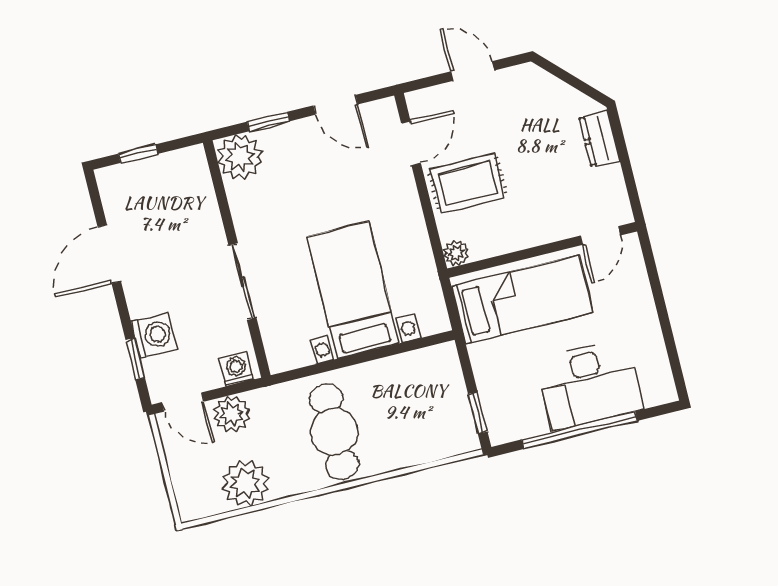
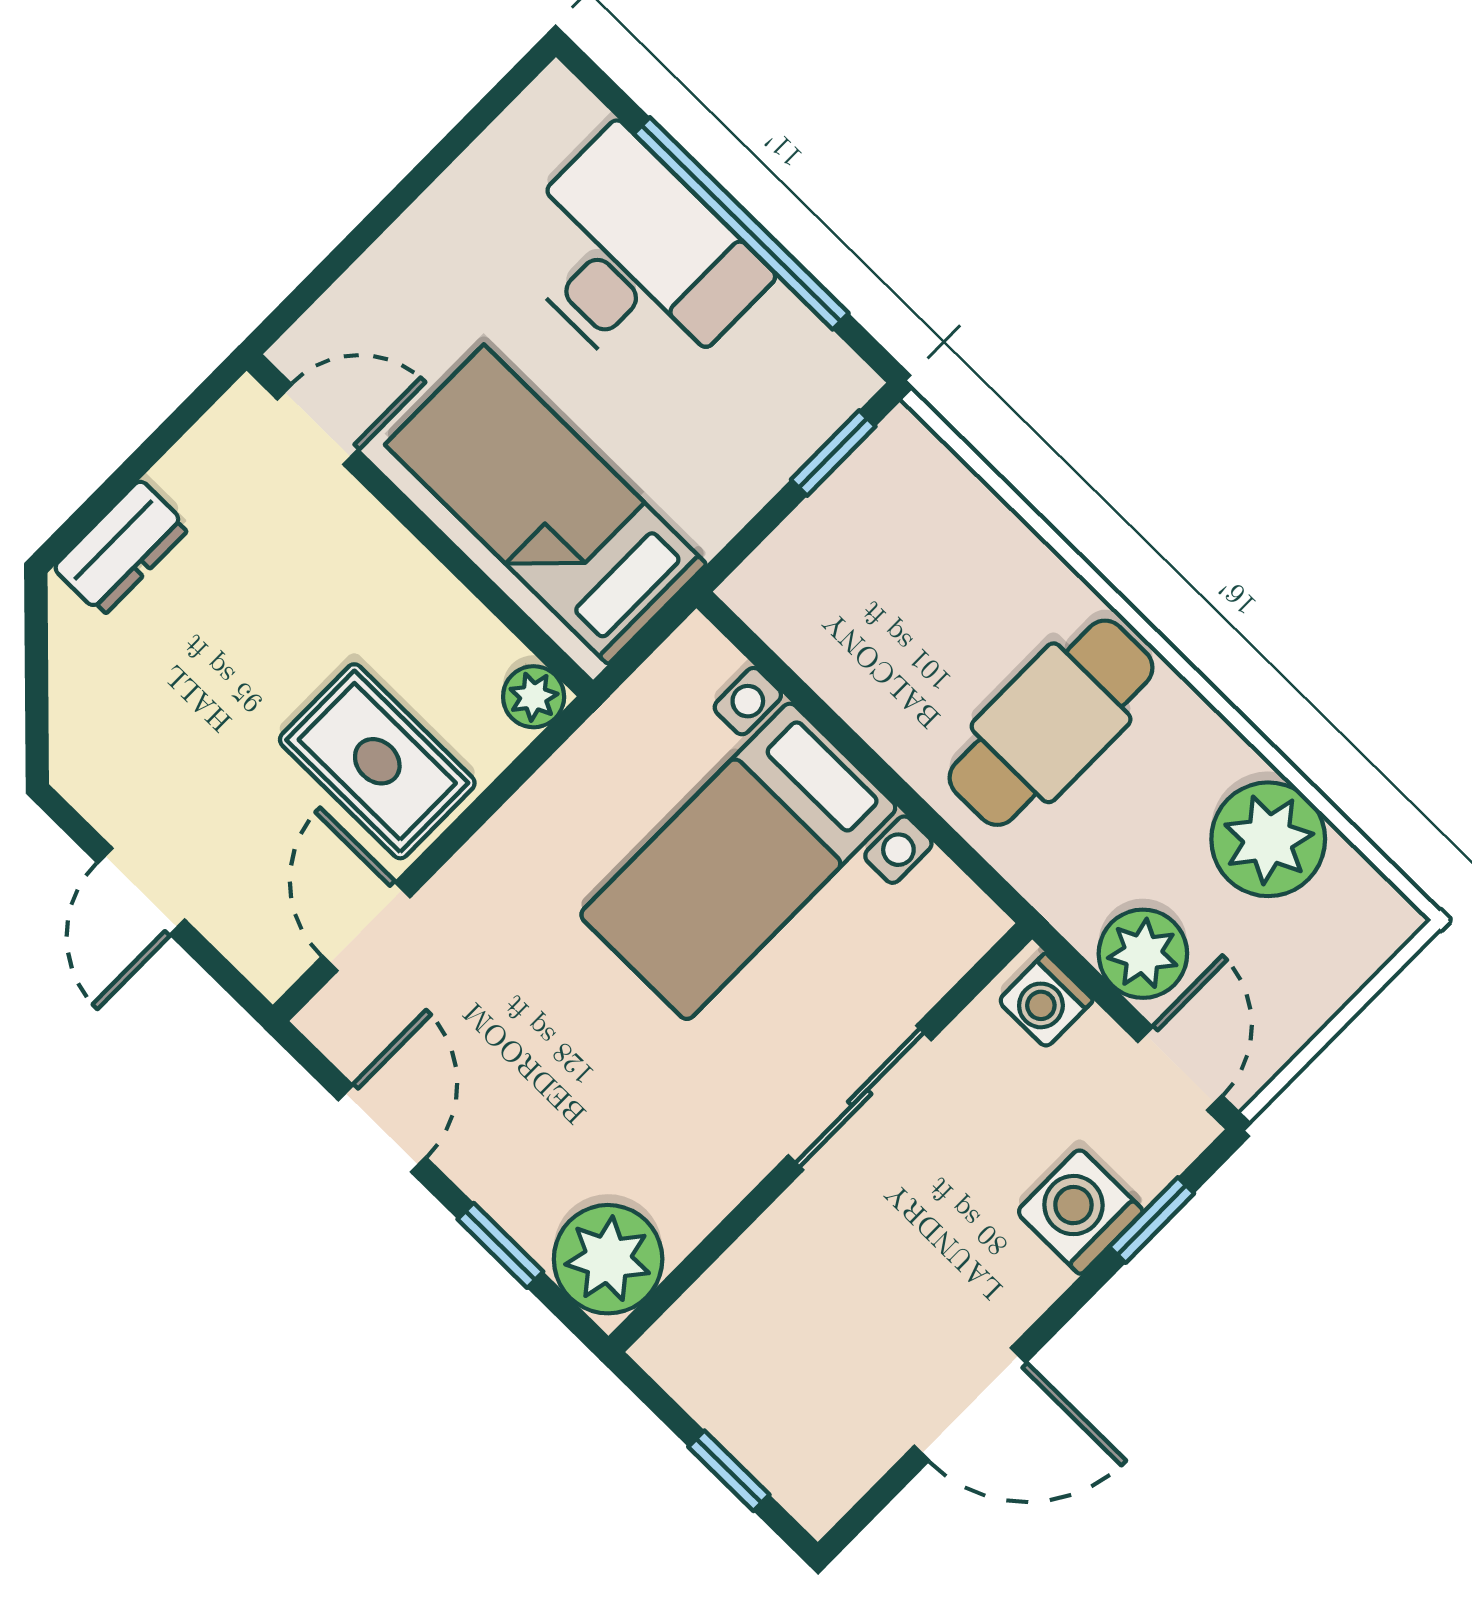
door: (411, 143) -> (366, 926), hinge flipped

